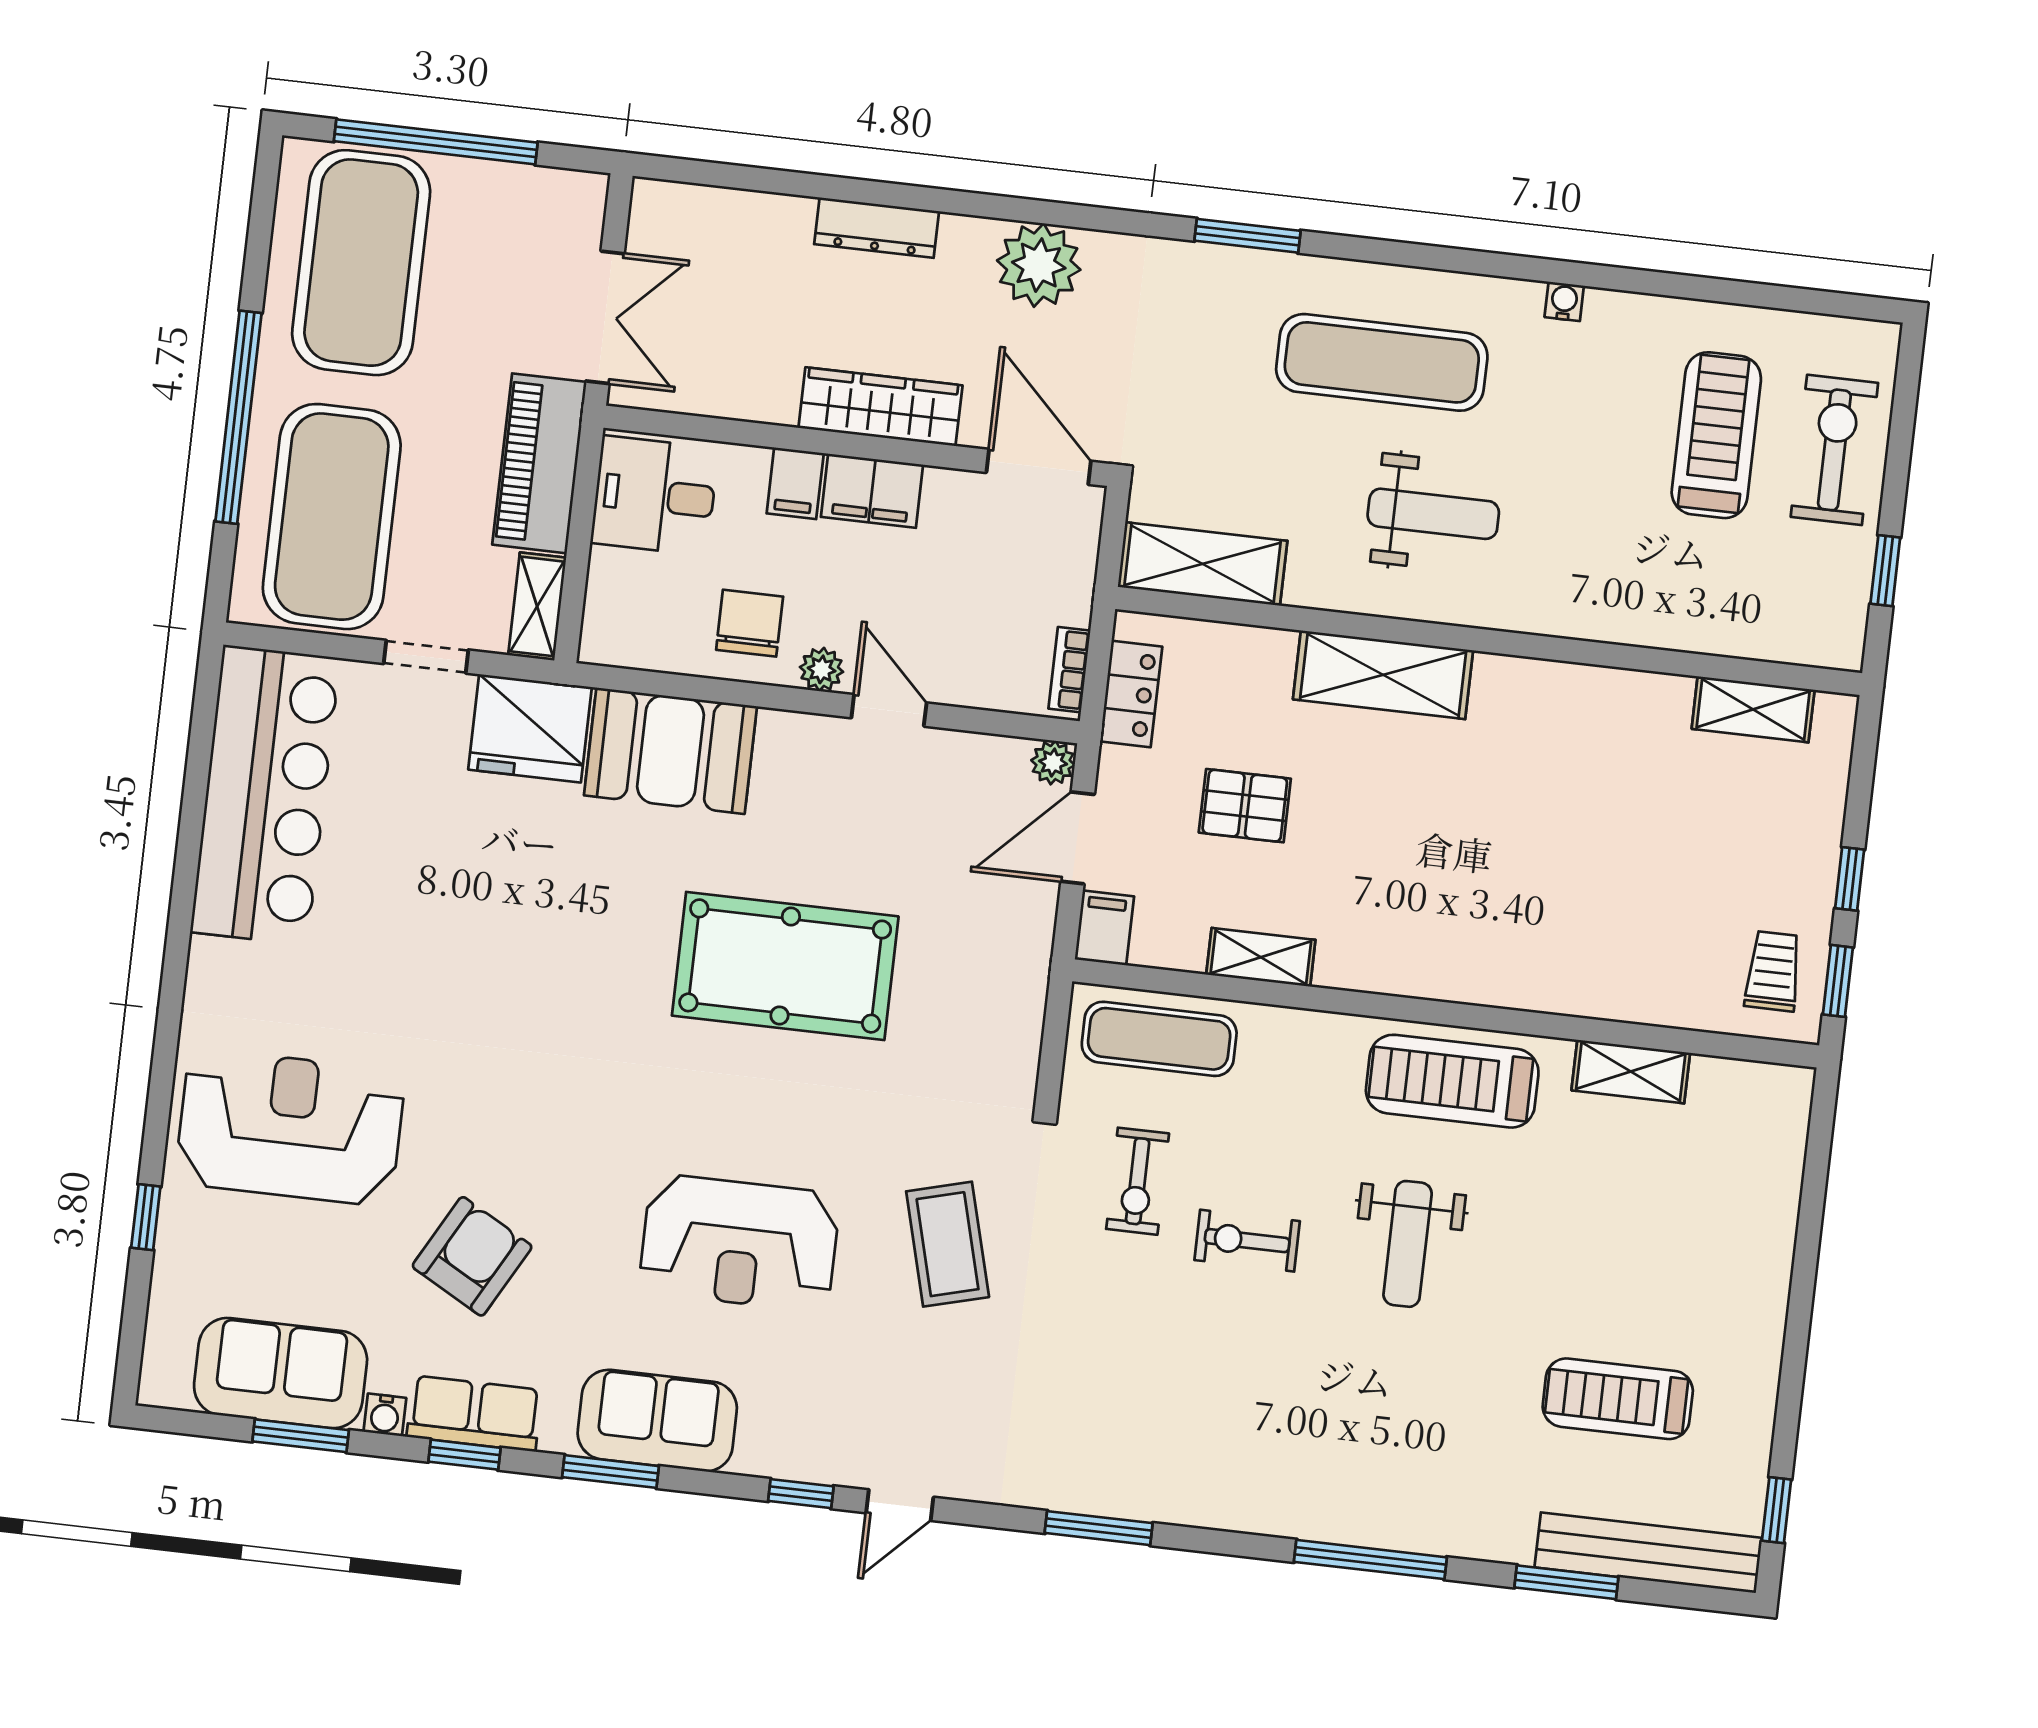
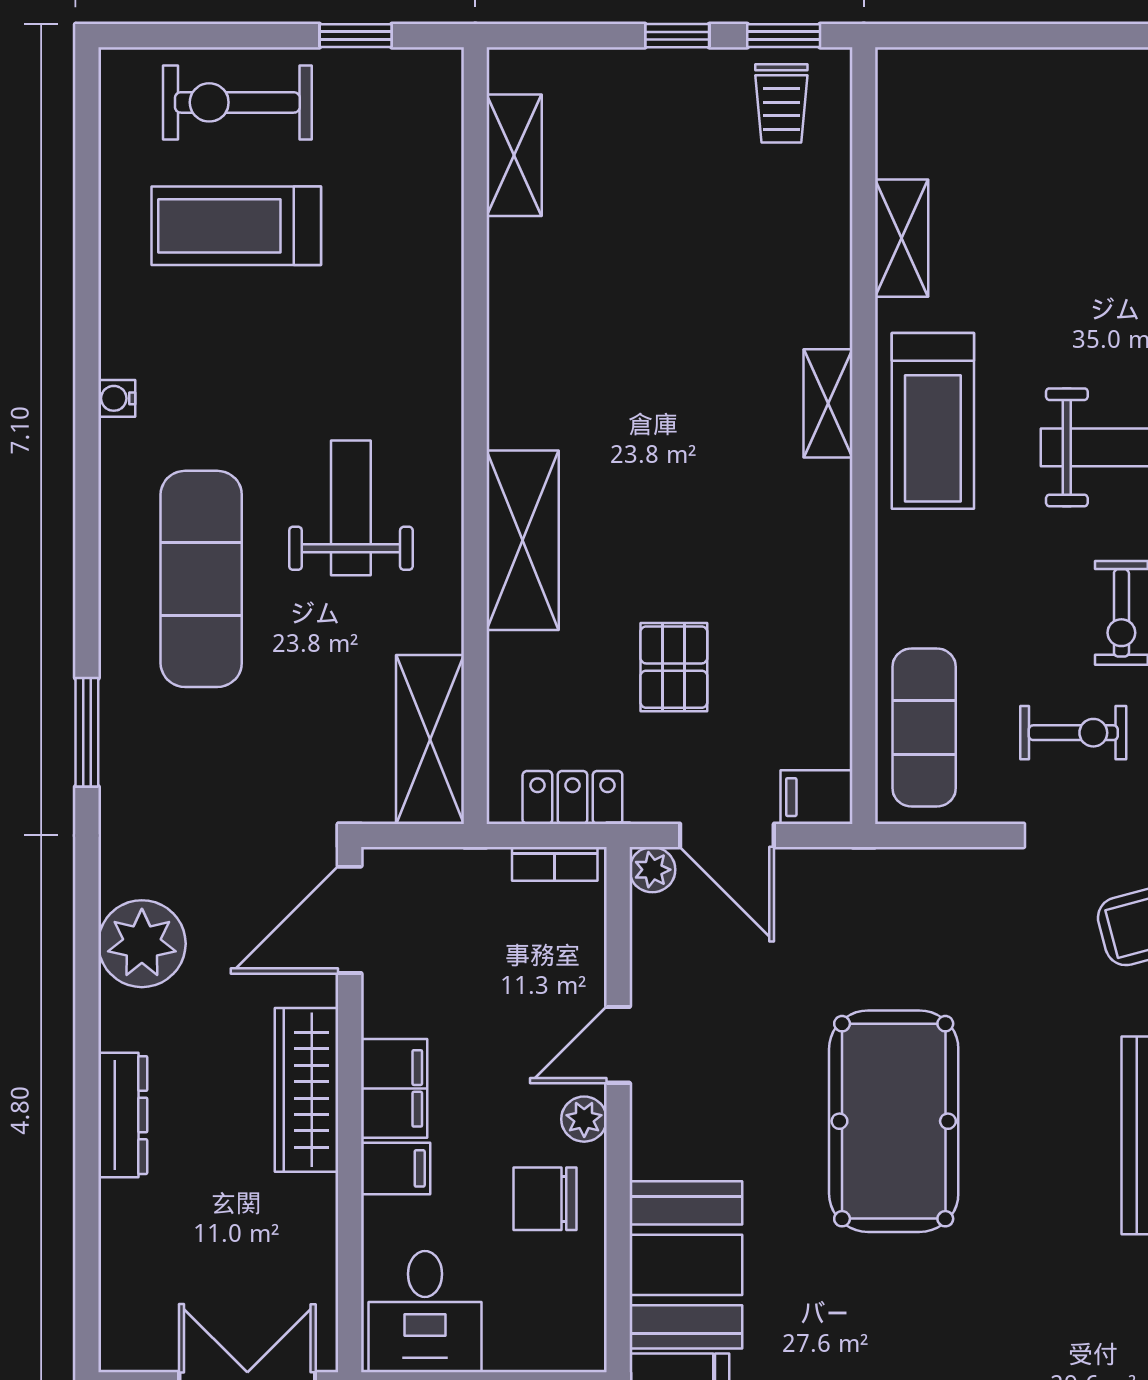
shelving: (1261, 957) -> (828, 403), moved
trolley: (1773, 971) -> (781, 103), turned -90

